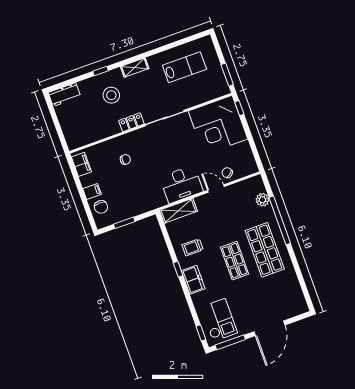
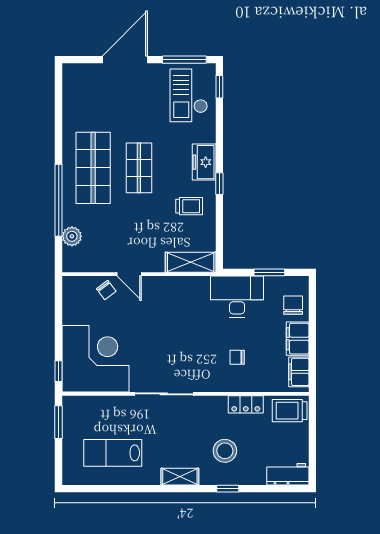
locker: (131, 122) -> (246, 404), moved
trolley: (78, 137) -> (290, 411), added
desk: (181, 184) -> (237, 297), moved
filing cabinet: (92, 191) -> (298, 339), width x2.00

